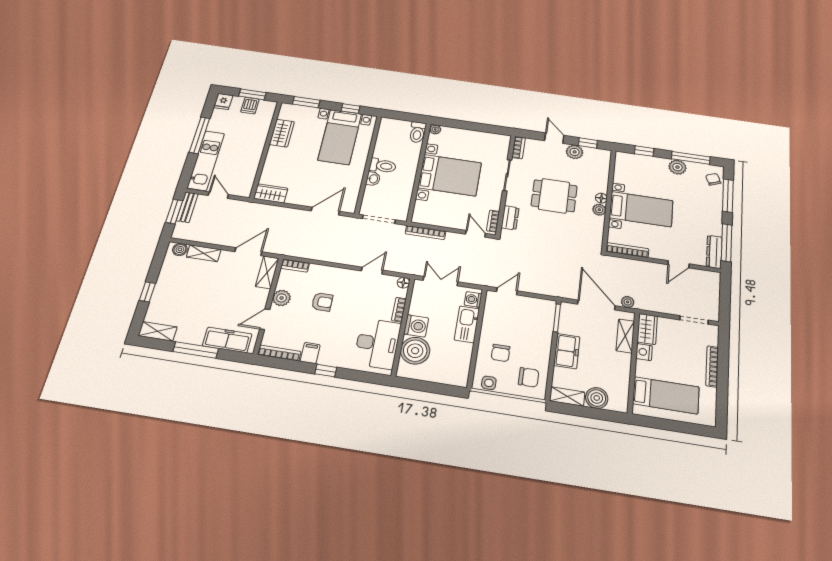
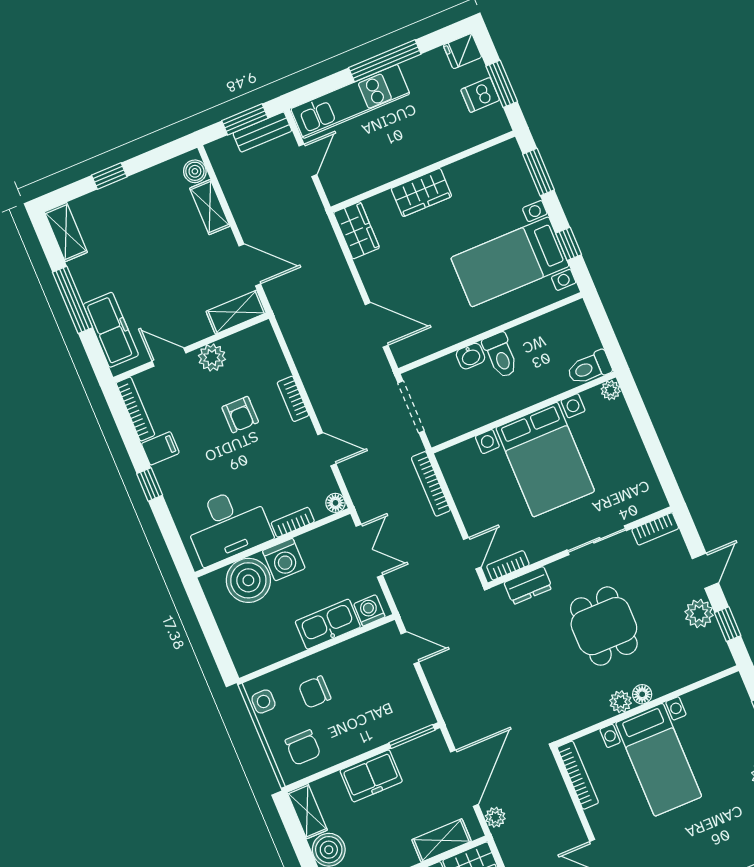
wardrobe: (282, 133) -> (421, 192), moved
bookcase: (295, 266) -> (293, 399), moved

